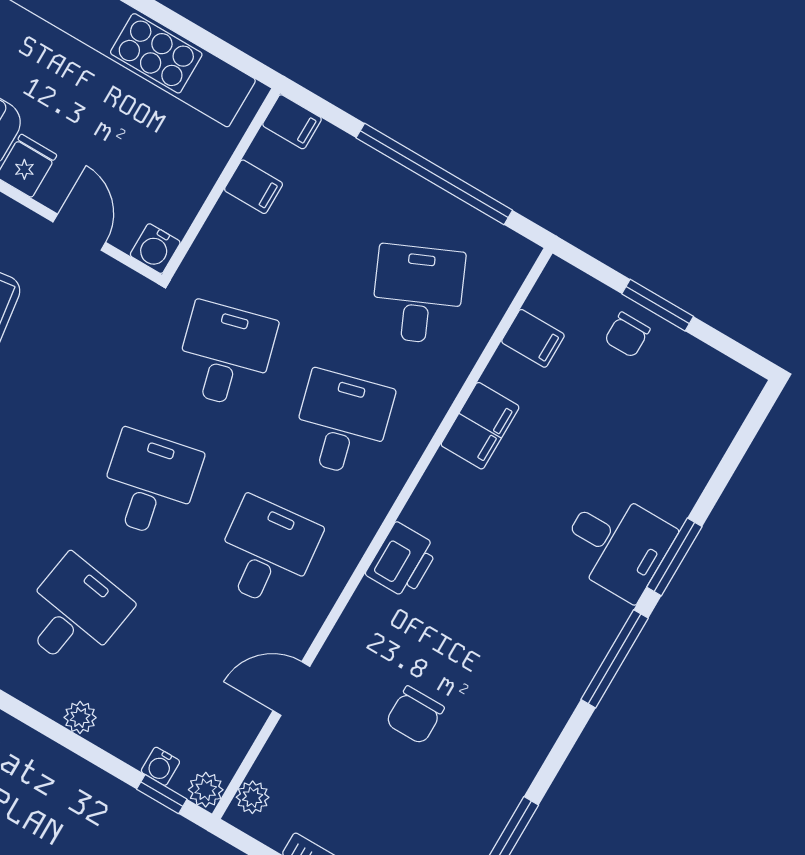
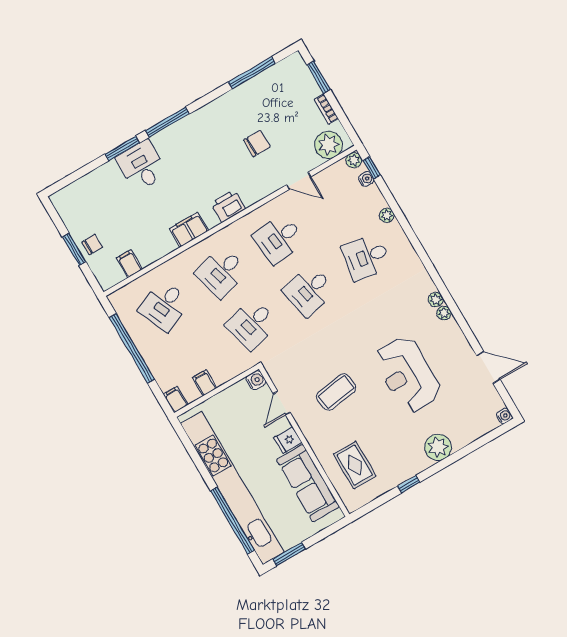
filing cabinet: (480, 426) -> (189, 230), moved
plant: (253, 797) -> (329, 145), width x1.88, depth x1.88

